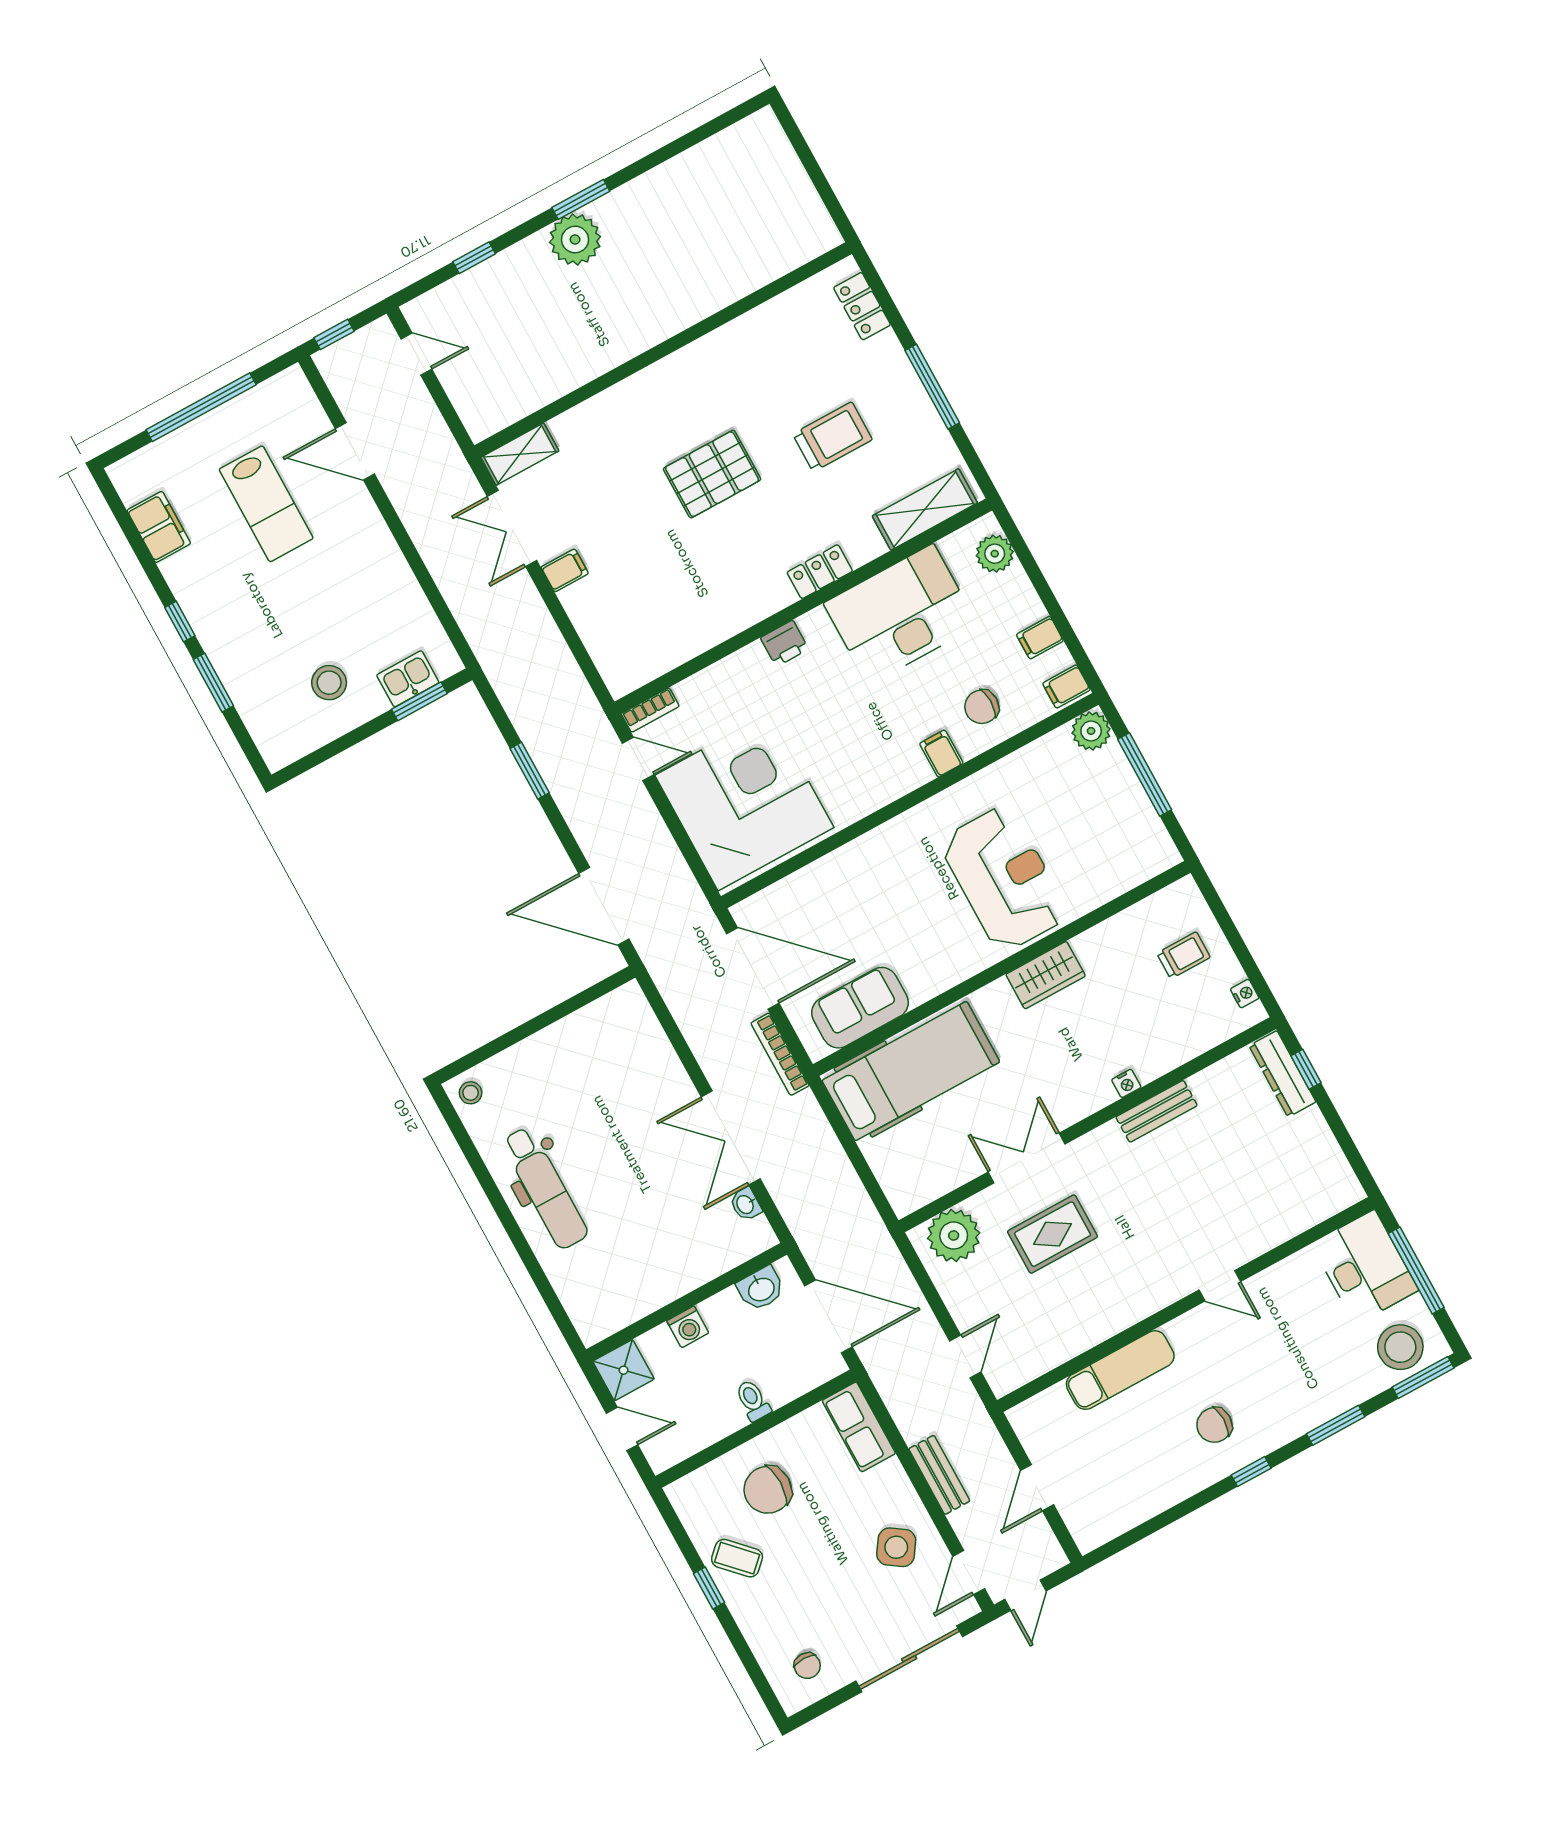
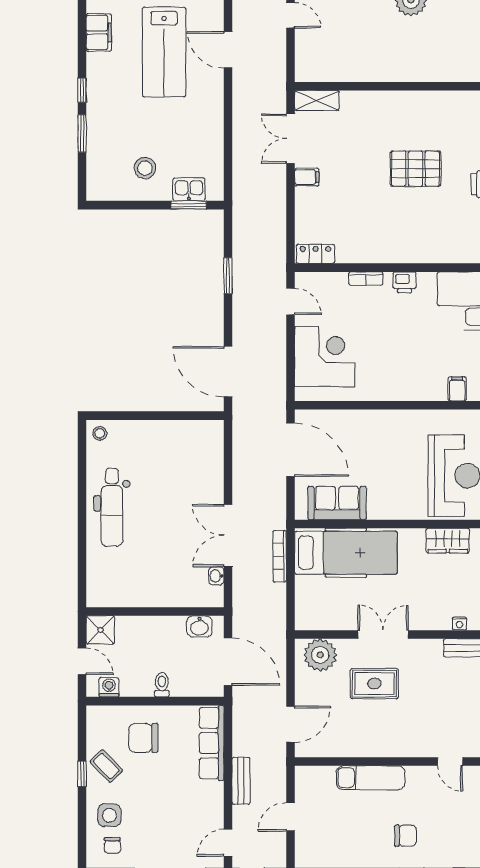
lab bench: (266, 504) -> (164, 52), width x1.36, depth x1.39
locker: (820, 572) -> (316, 254), moved
bookcase: (650, 710) -> (366, 279), moved
corner desk: (744, 801) -> (325, 356), width x0.74, depth x0.74
bookcase: (780, 1054) -> (280, 556), moved
washing machine: (688, 1327) -> (109, 687), moved, turned 180
door: (965, 1356) -> (290, 724), width x1.38
chair: (1214, 1425) -> (406, 836), turned 180
row of seats: (859, 1427) -> (212, 743), width x1.48
side table: (896, 1547) -> (109, 815), moved, turned -34

